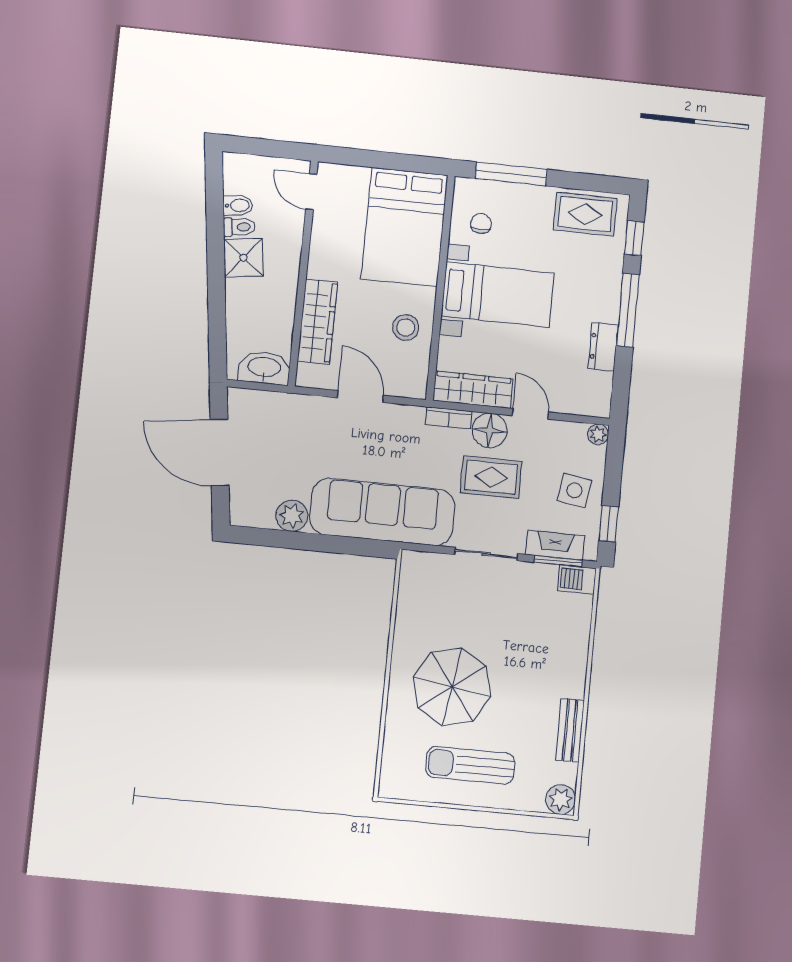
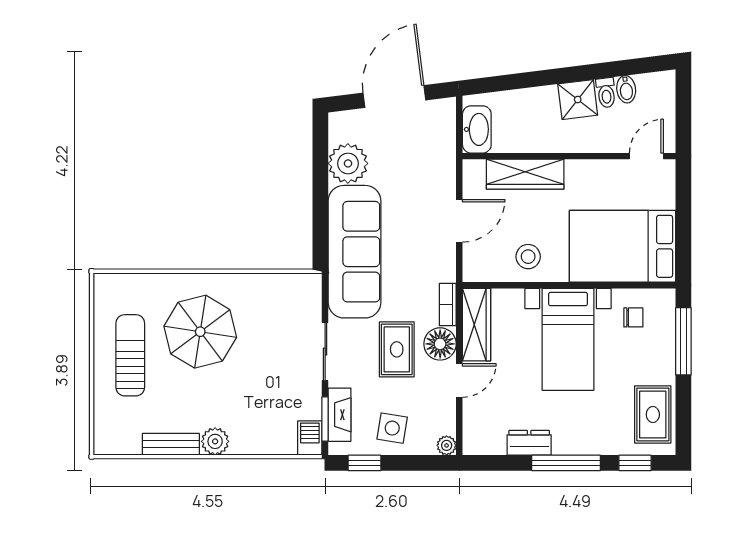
plant: (292, 516) -> (348, 163), width x1.36, depth x1.36
plant: (561, 799) -> (215, 441), moved

